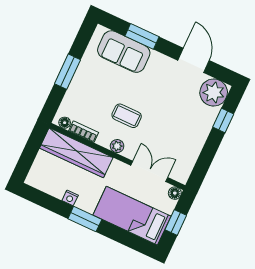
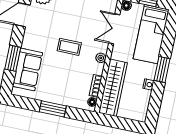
coffee table: (127, 116) -> (69, 47), moved, turned 90

